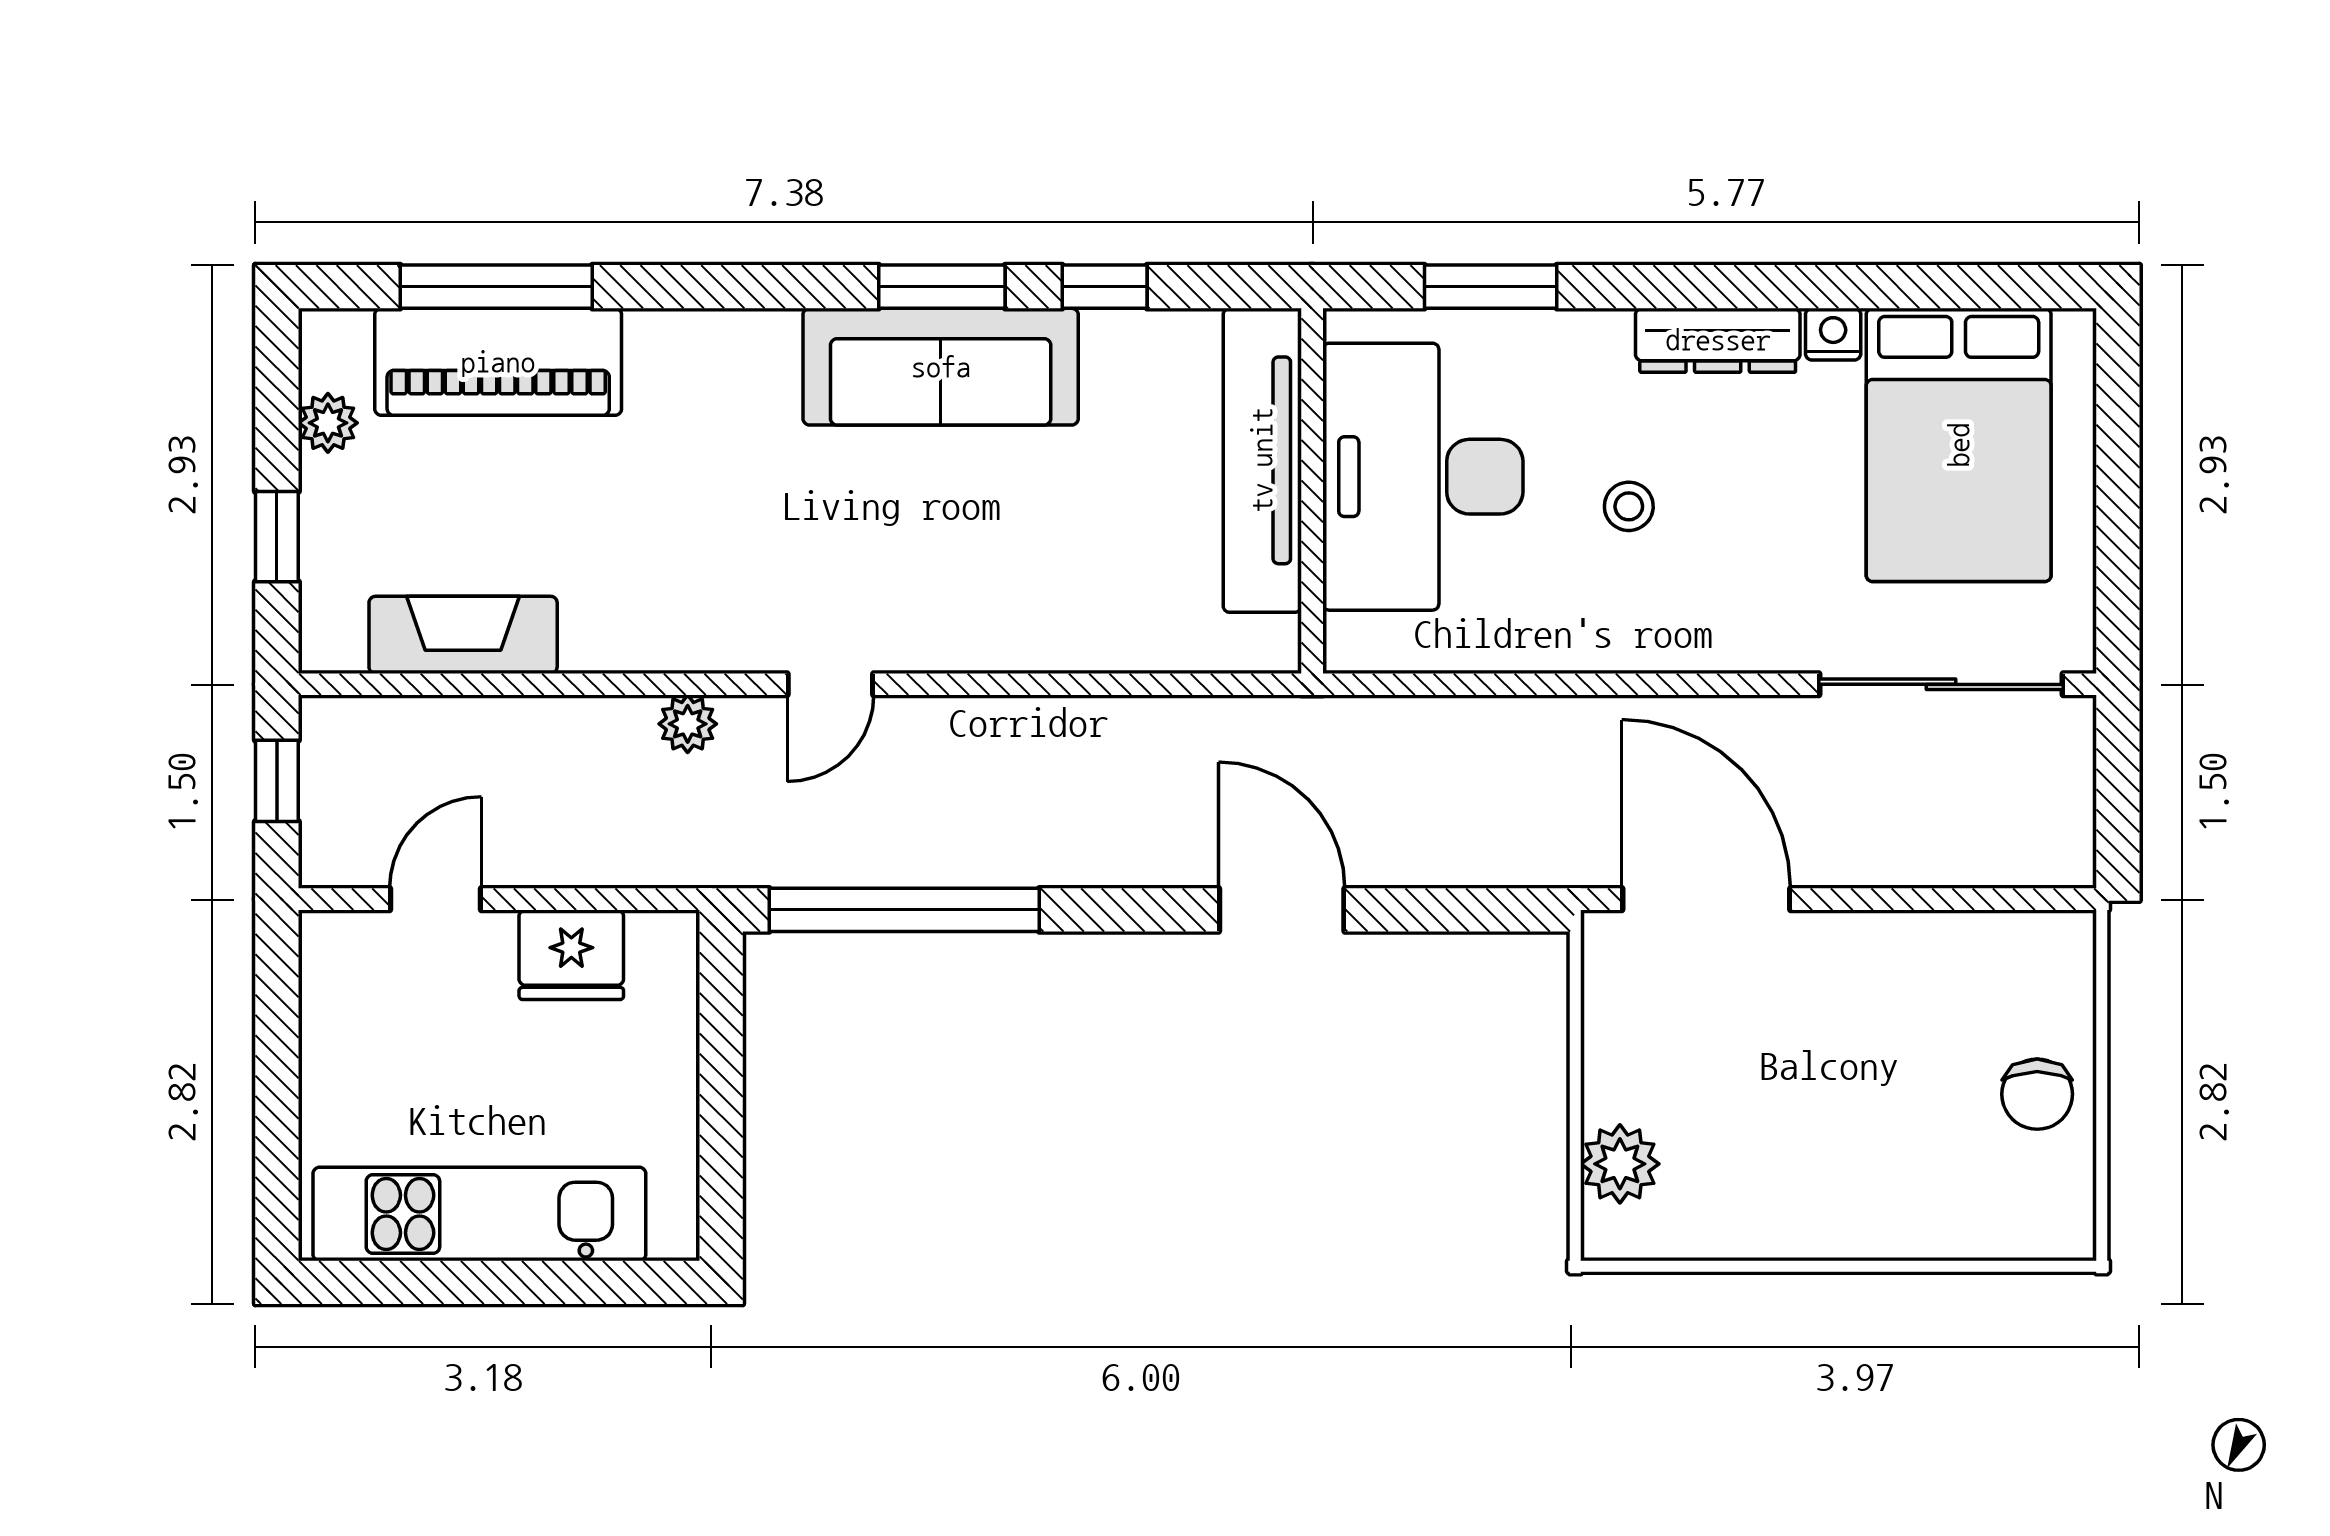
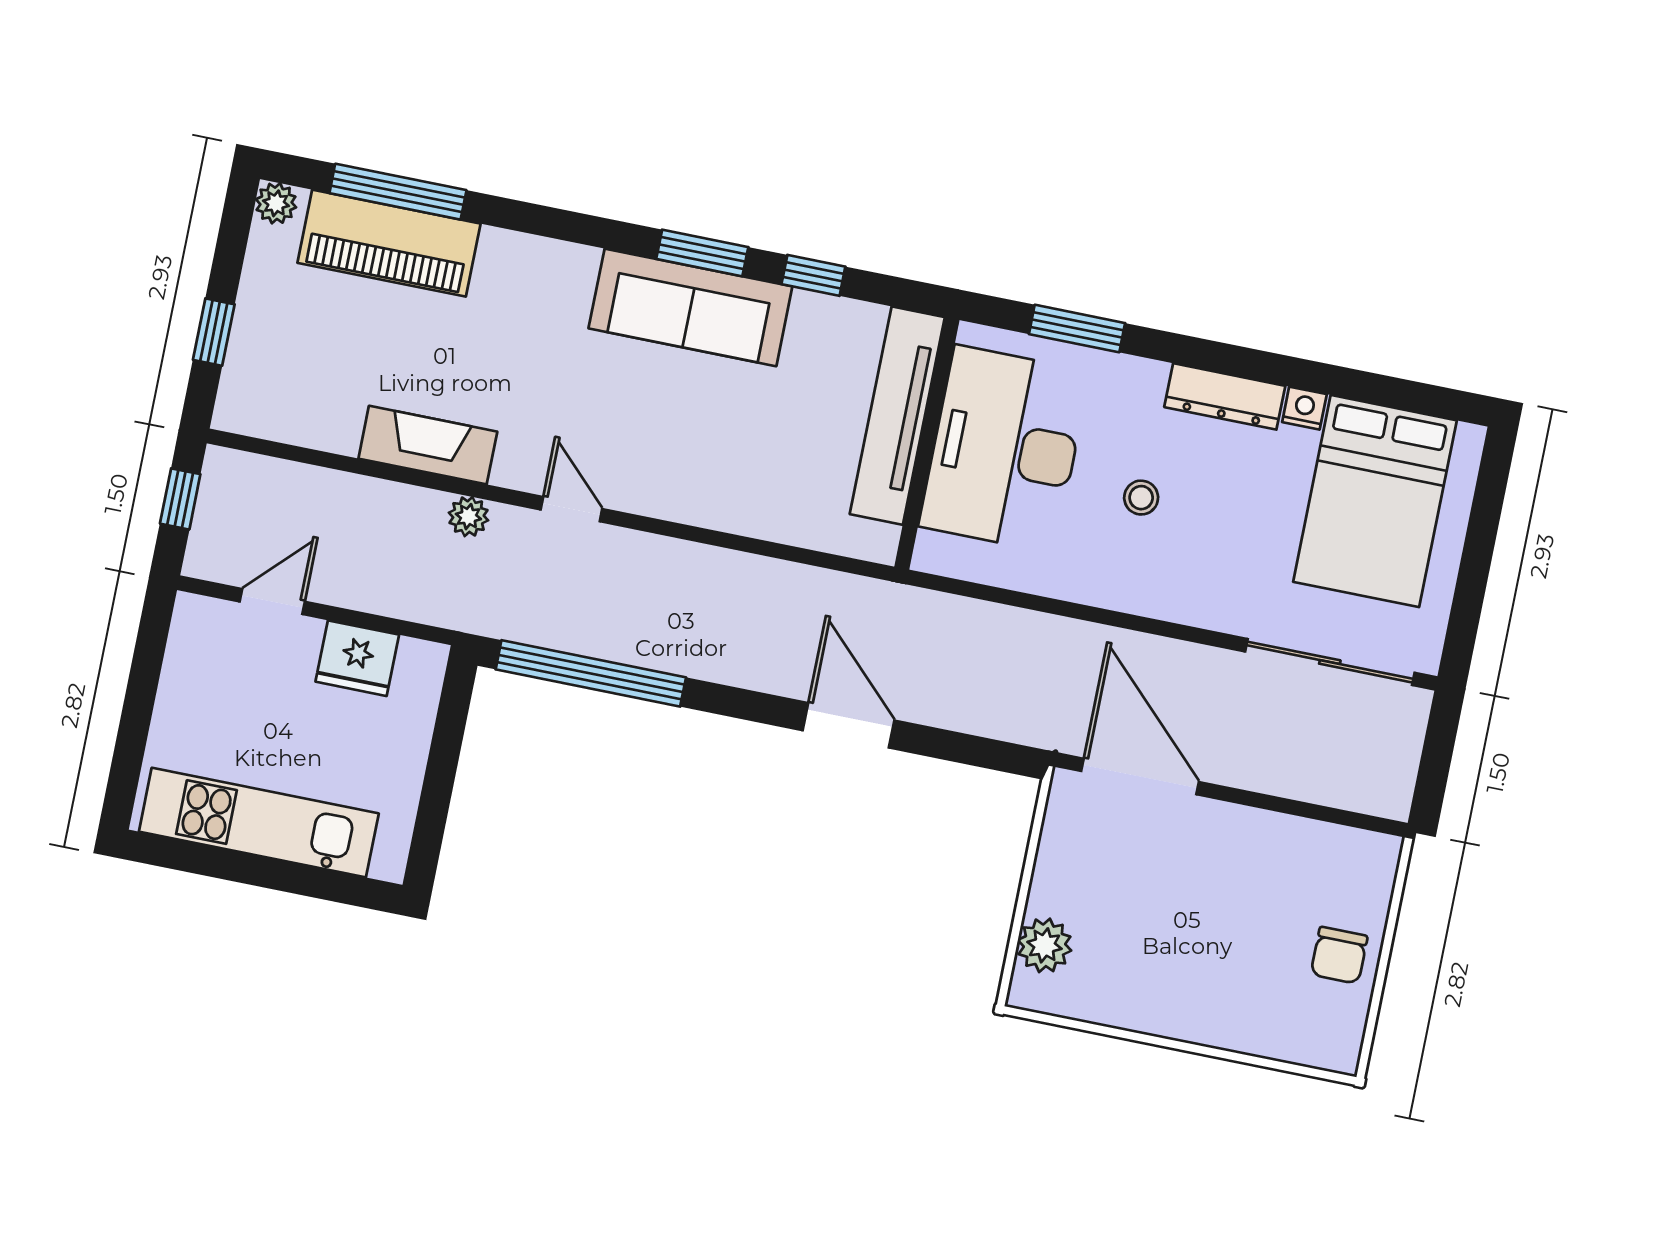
plant: (328, 423) -> (276, 203), moved
fireplace: (463, 635) -> (428, 445), moved
door: (830, 684) -> (571, 509), swing flipped

